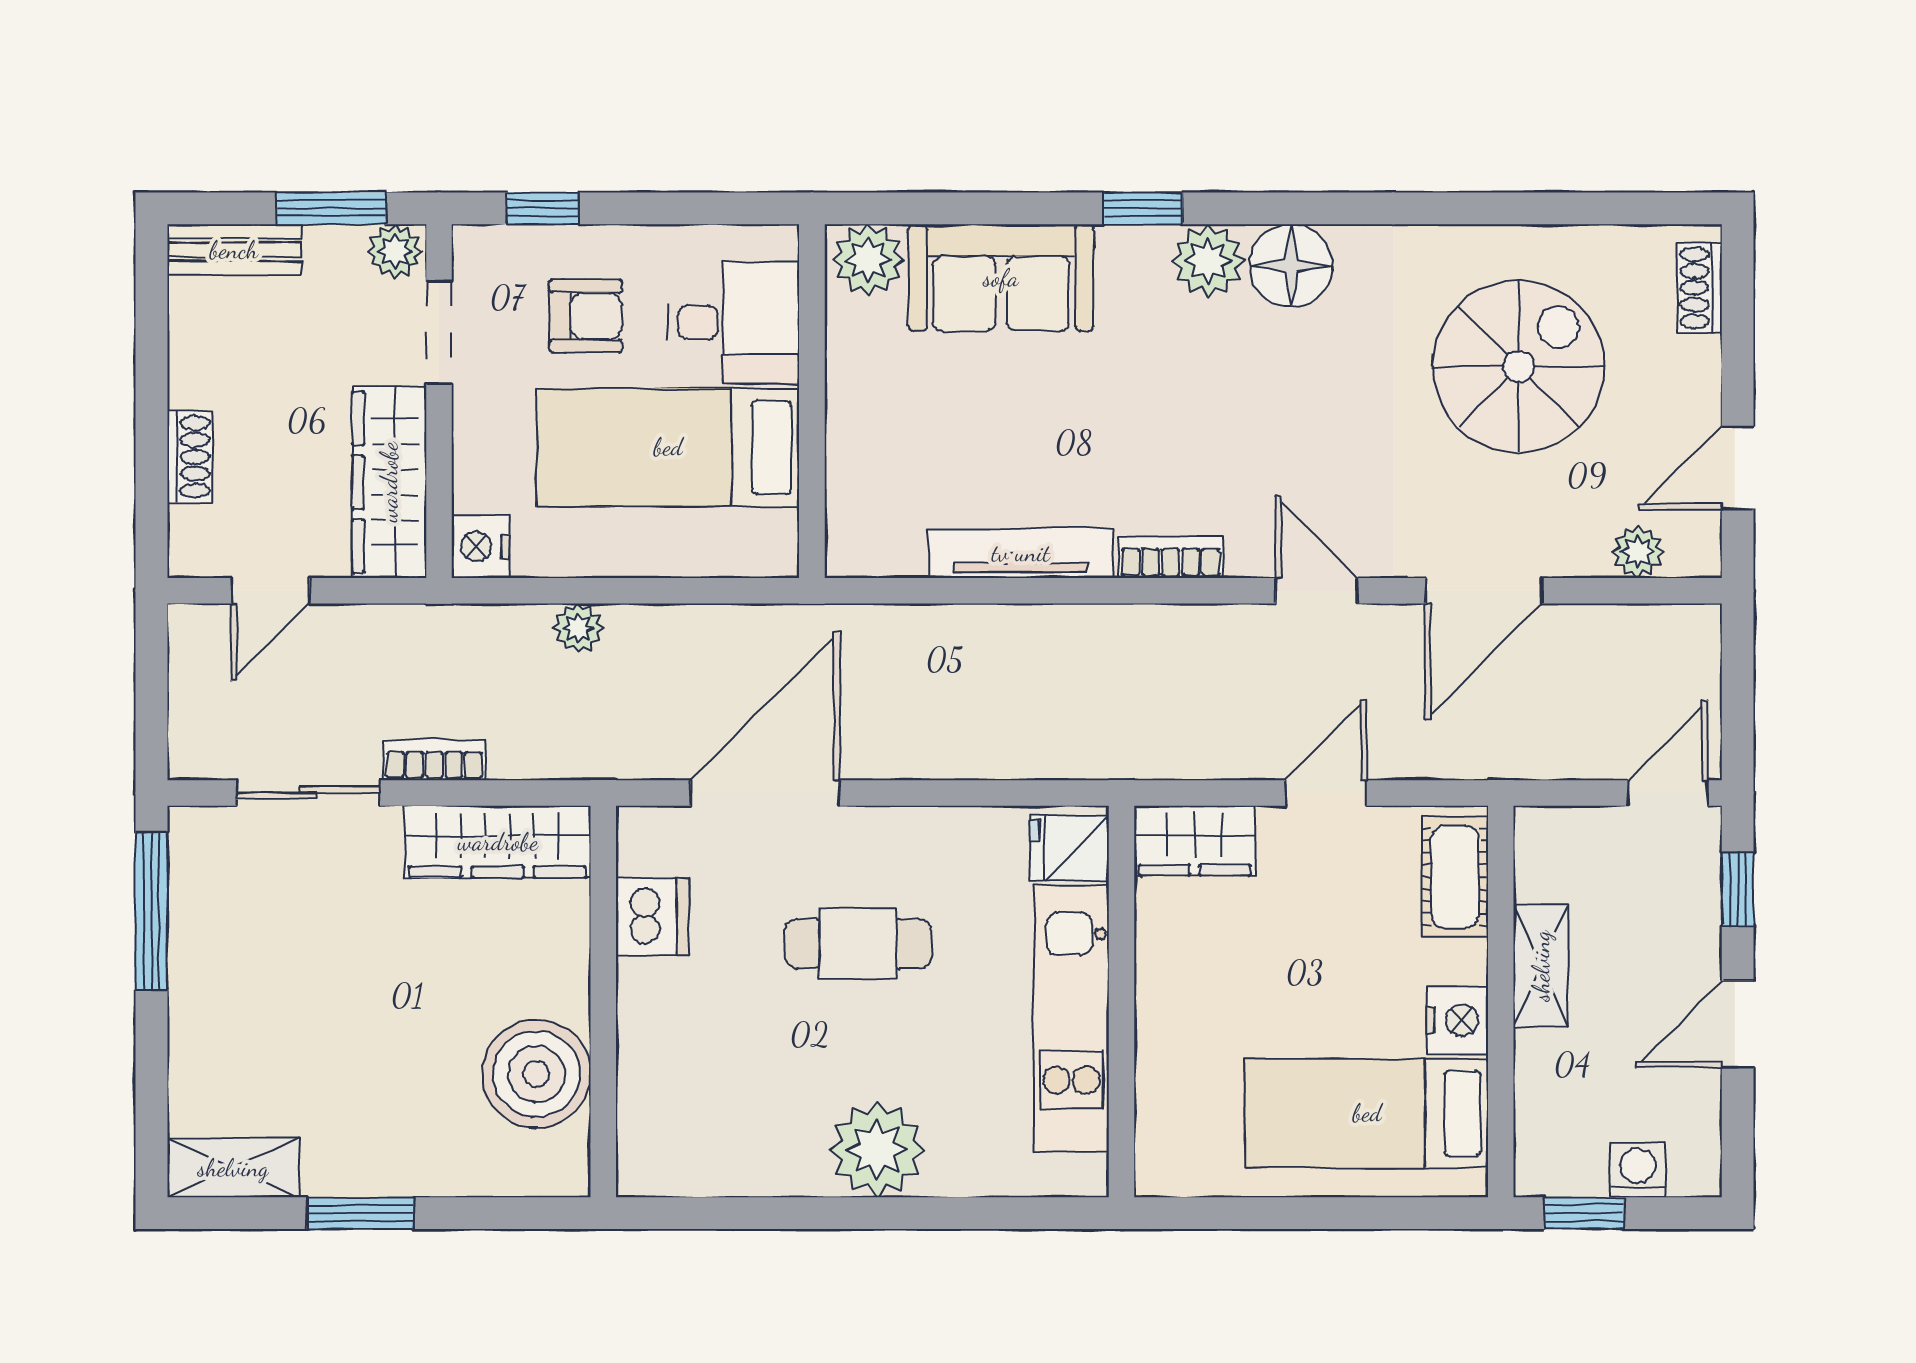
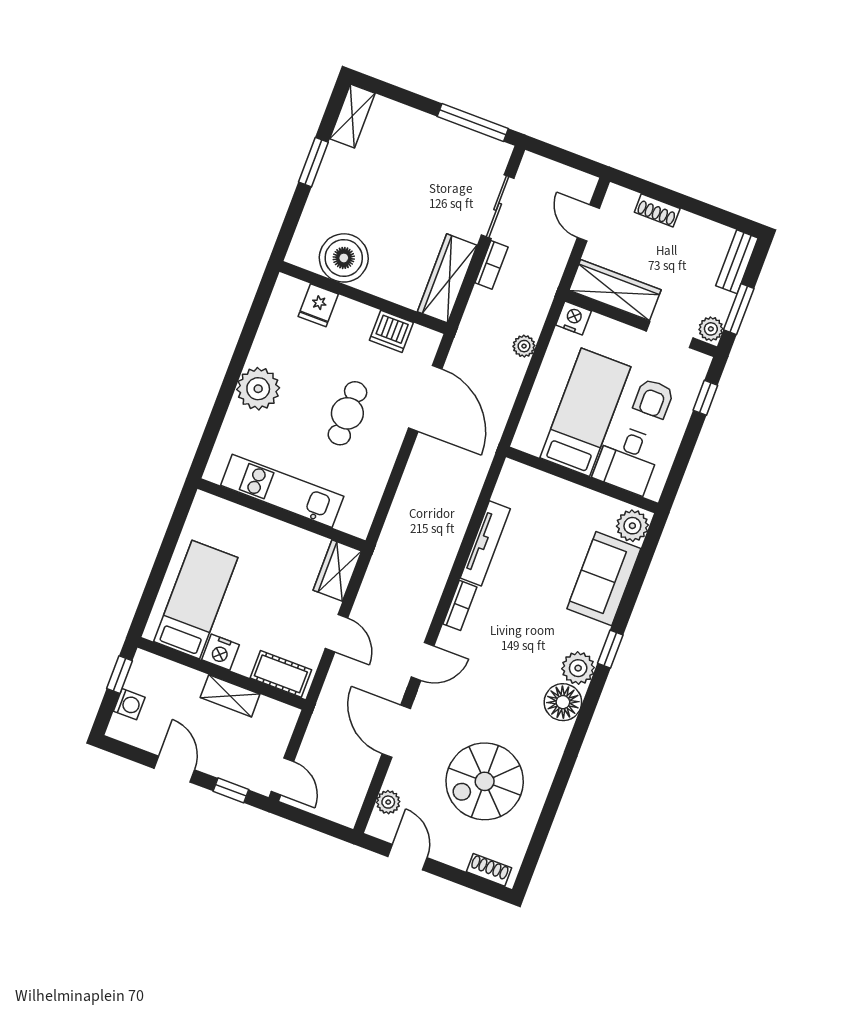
spiral stairs: (1519, 367) -> (485, 781), turned 90
fridge: (1069, 848) -> (318, 305), moved, turned 180

